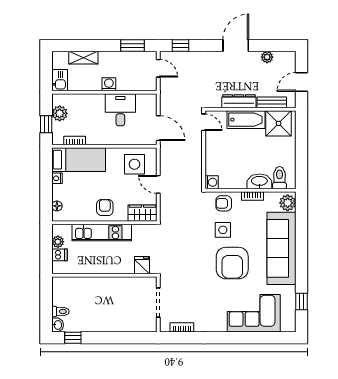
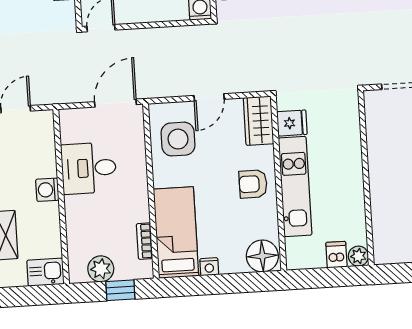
floor lamp: (57, 206) -> (262, 256), width x1.89, depth x1.89
plant: (58, 242) -> (358, 256), moved
fridge: (142, 265) -> (292, 123), moved, turned 180

